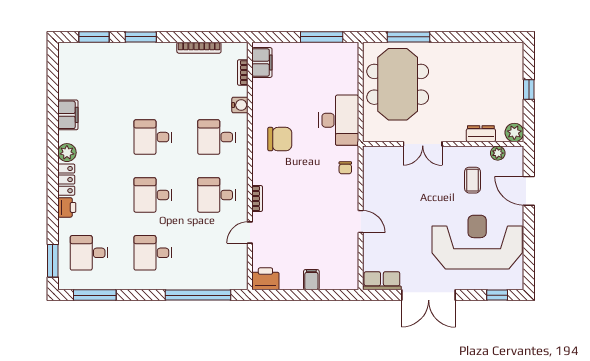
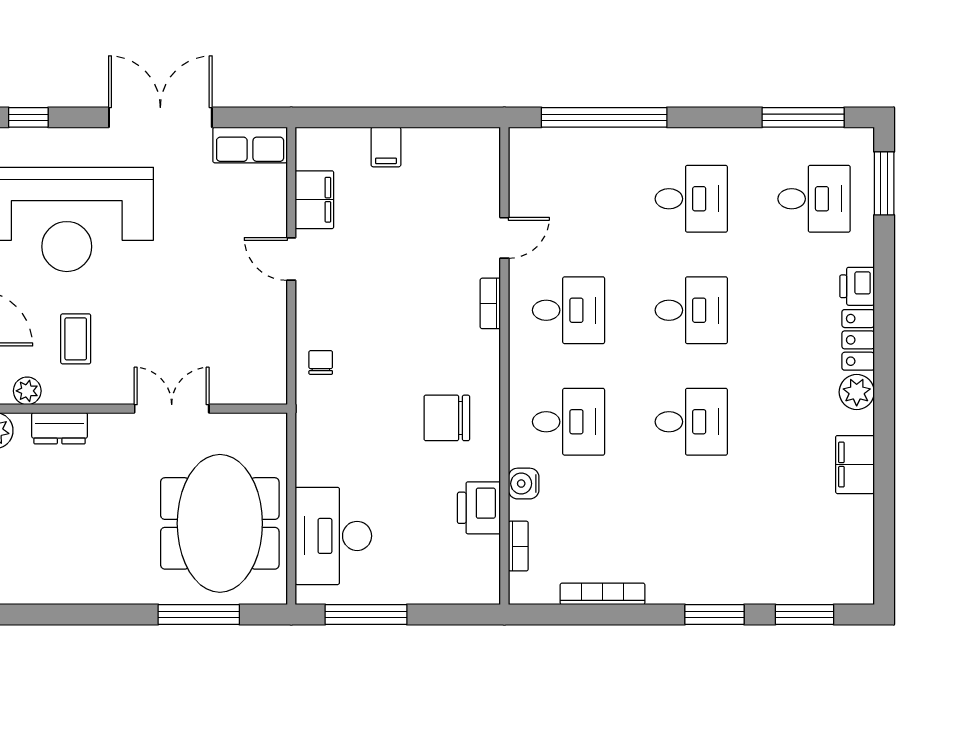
filing cabinet: (262, 62) -> (314, 200), moved, turned 180
desk: (339, 120) -> (333, 536), moved
printer: (265, 279) -> (479, 508), moved, turned 90

